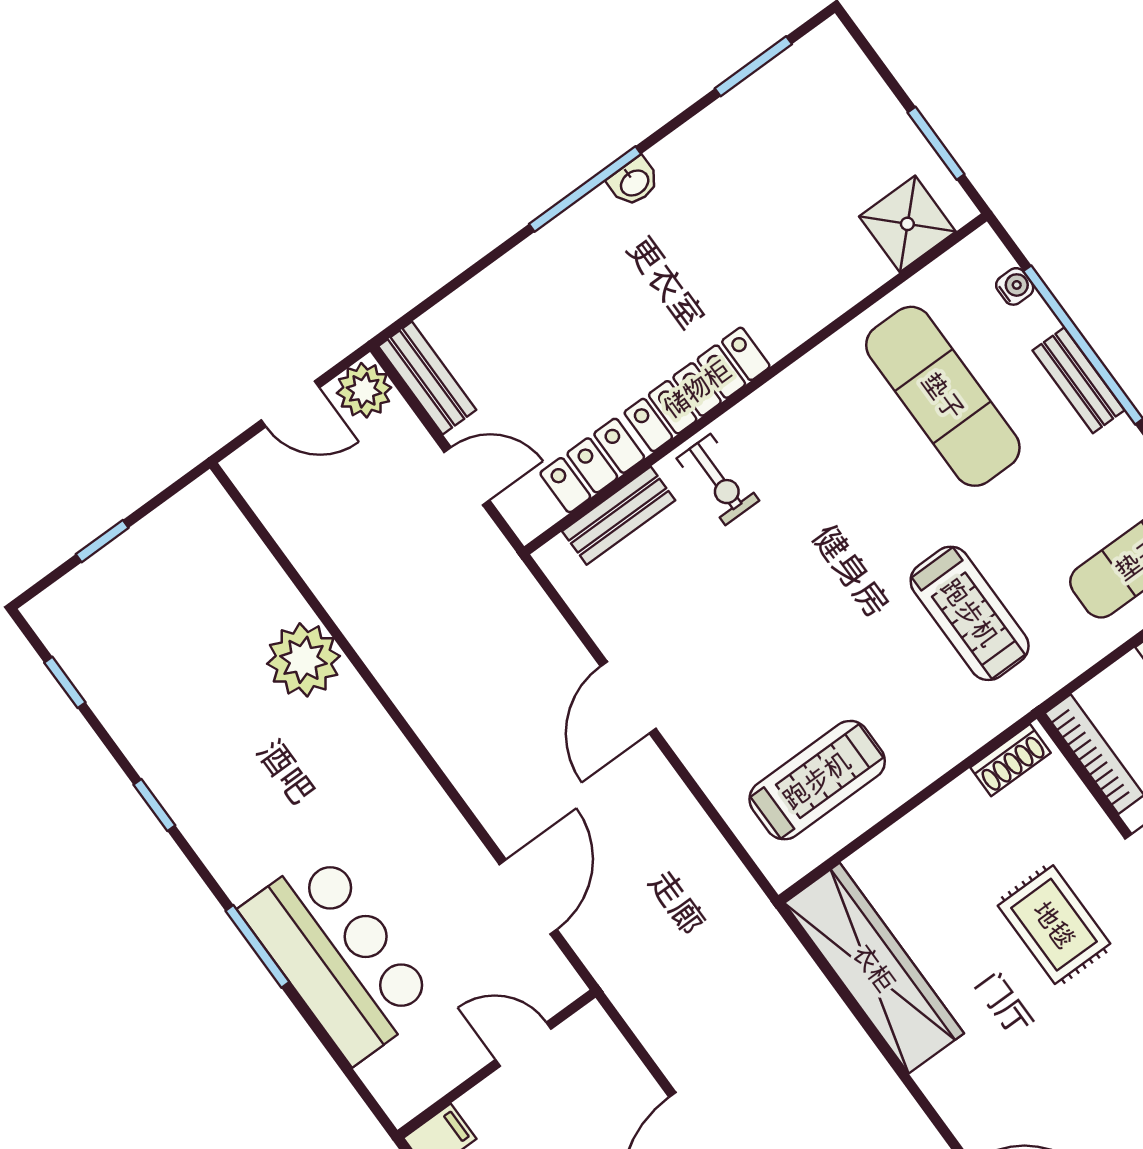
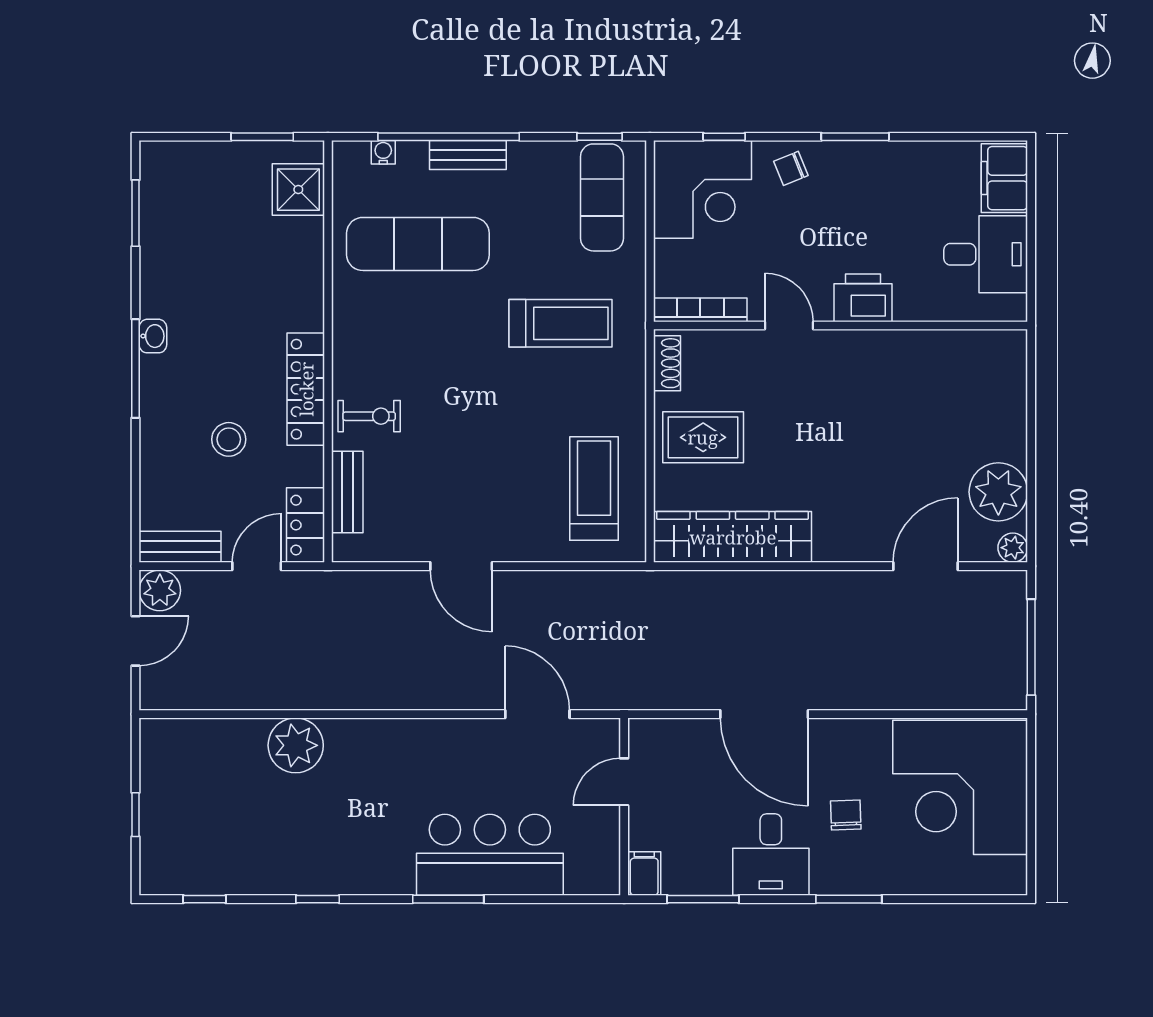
stool: (582, 346) -> (229, 439), added
locker: (592, 465) -> (305, 525), moved
rug: (1054, 925) -> (703, 437), moved

